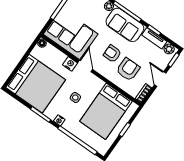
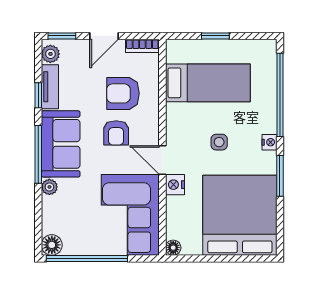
door: (85, 66) -> (162, 160), hinge flipped
bed: (106, 111) -> (208, 83), width x0.67

